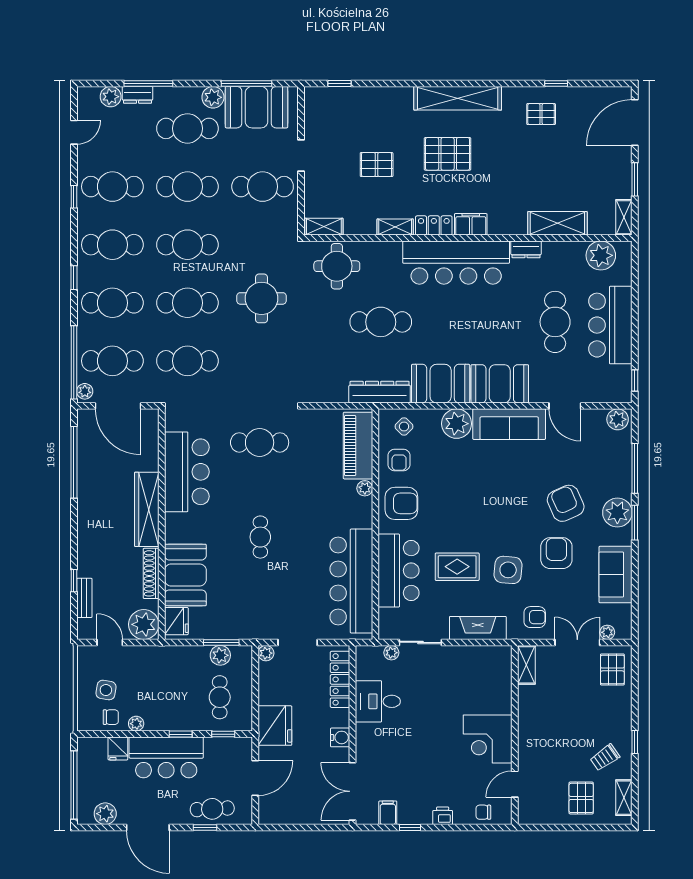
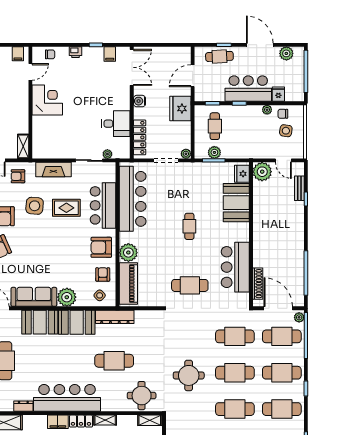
plant: (365, 488) -> (128, 253), width x1.88, depth x1.88
wardrobe: (147, 509) -> (260, 244), removed
shoe rack: (151, 573) -> (258, 284), moved
filing cabinet: (535, 813) -> (18, 54), added

